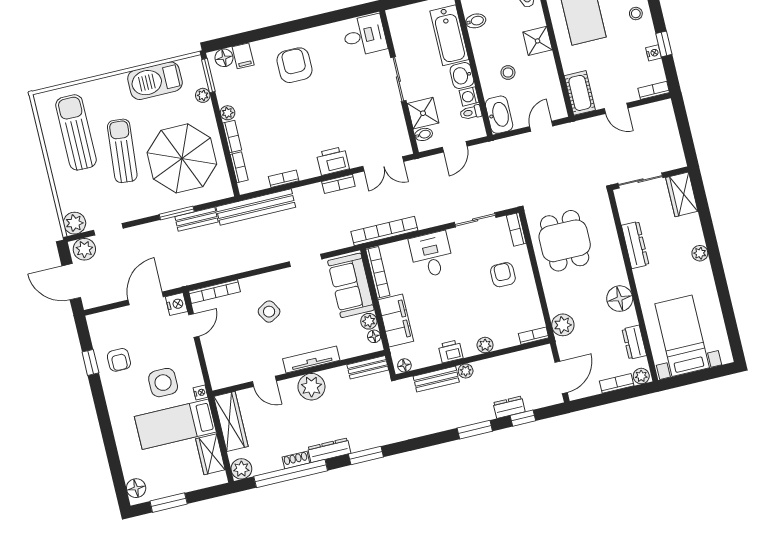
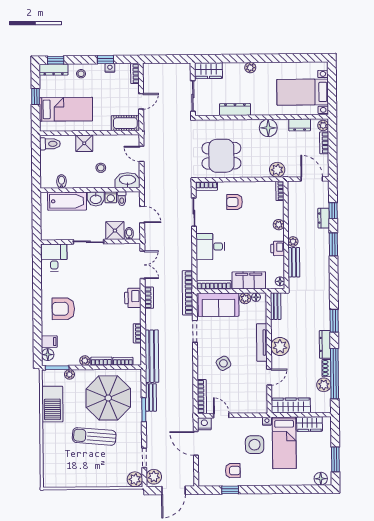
sun lounger: (76, 132) -> (75, 464), removed
bookcase: (384, 231) -> (188, 293), moved
plant: (241, 469) -> (324, 385), moved

